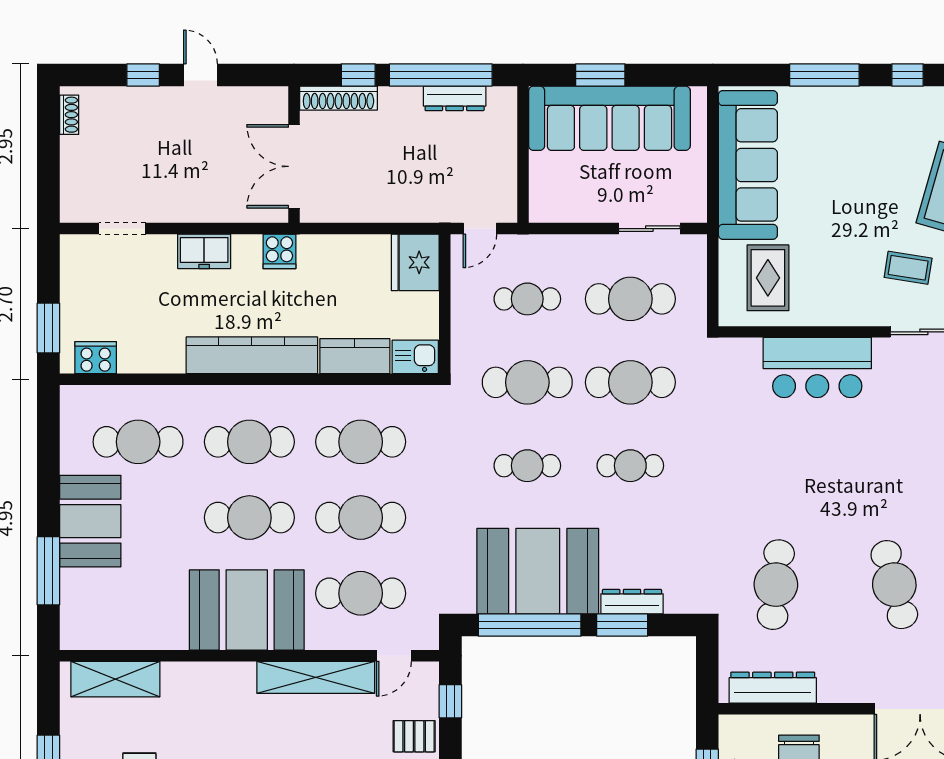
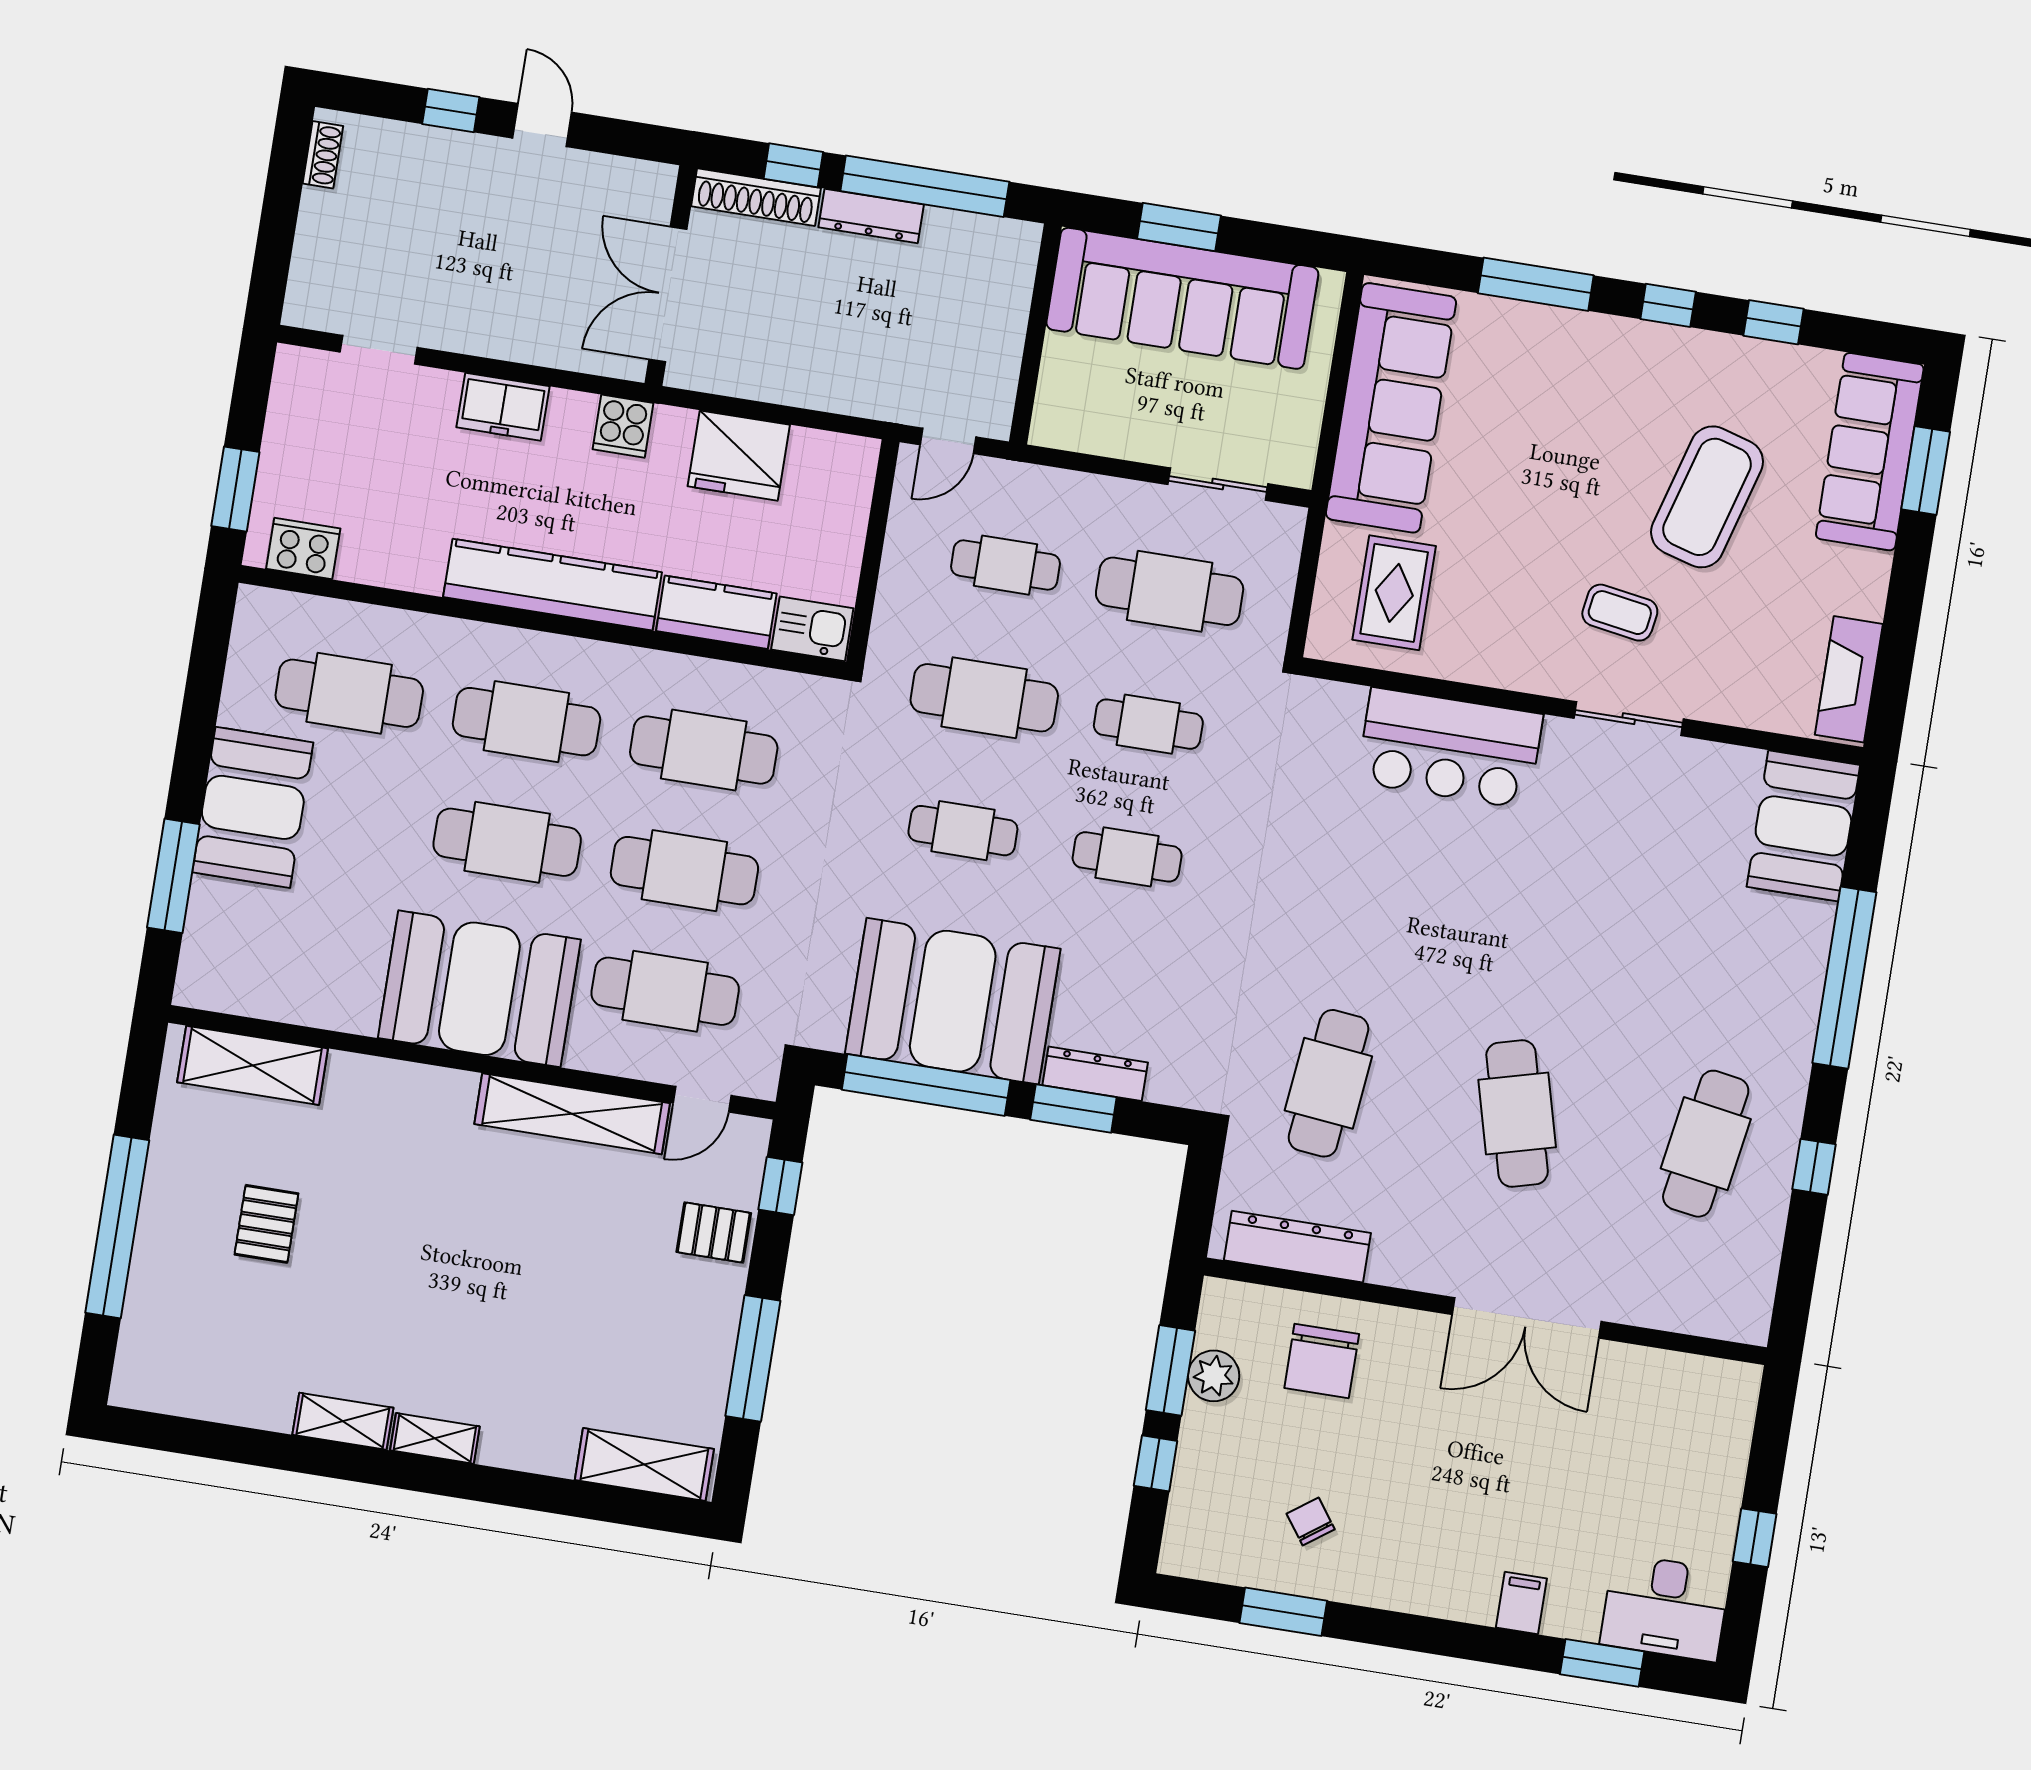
dresser: (455, 98) -> (871, 216), moved
fridge: (415, 262) -> (739, 456), moved, turned -90
cafe table: (630, 382) -> (1148, 724), width x0.73, depth x0.74

